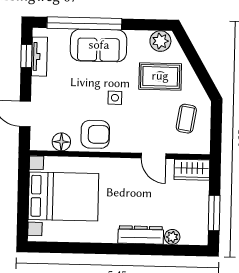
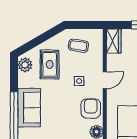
side table: (115, 98) -> (79, 81), moved
door: (153, 156) -> (105, 80), moved

